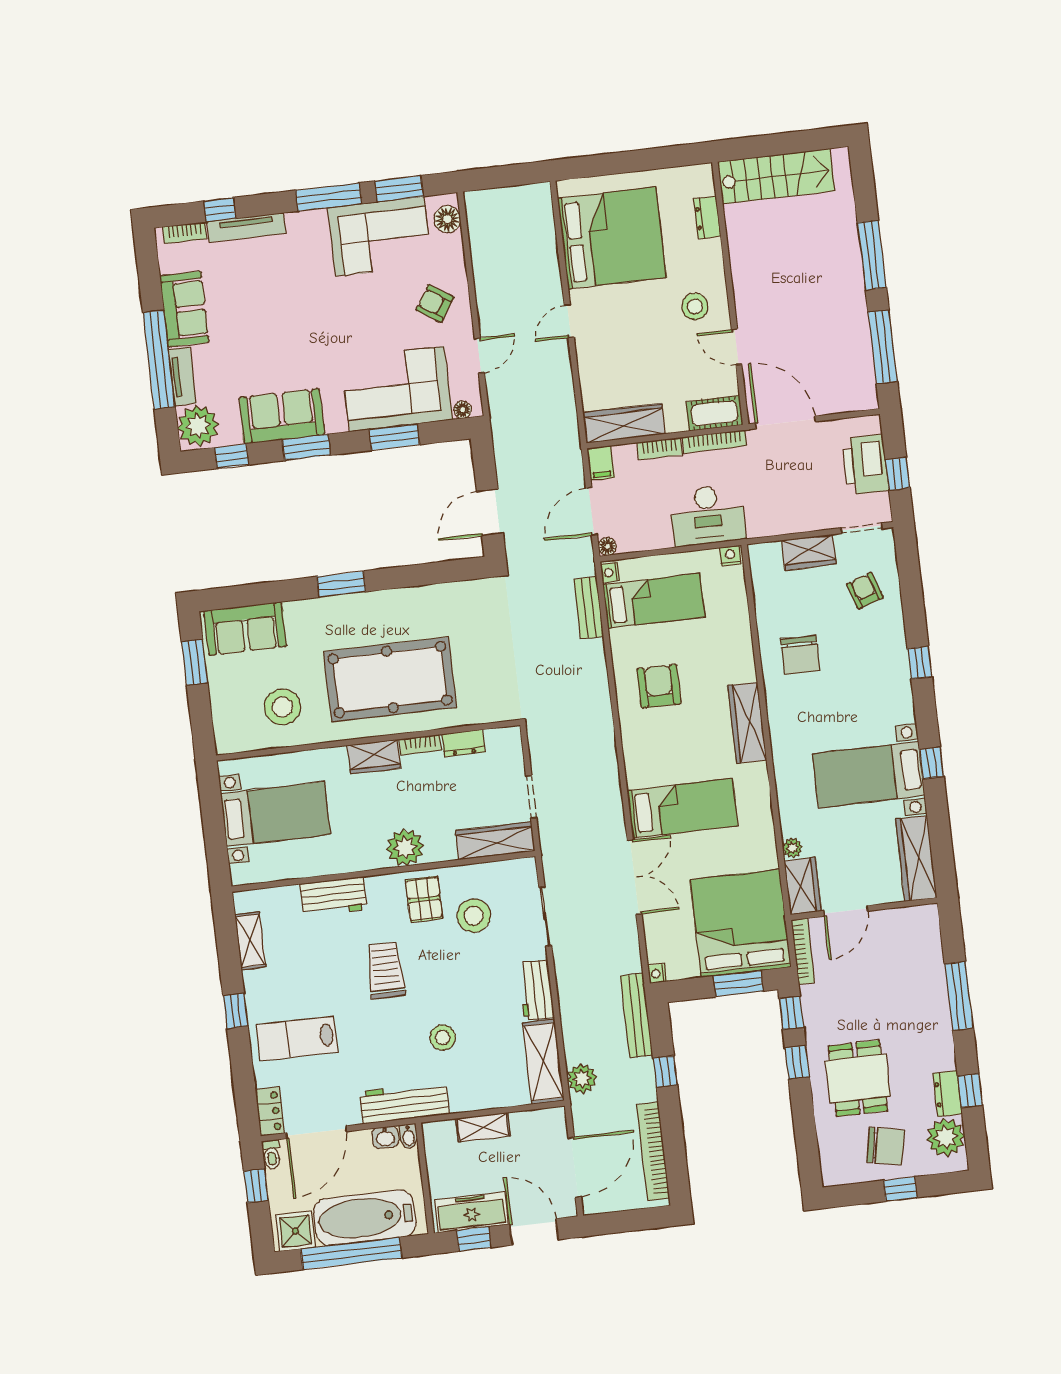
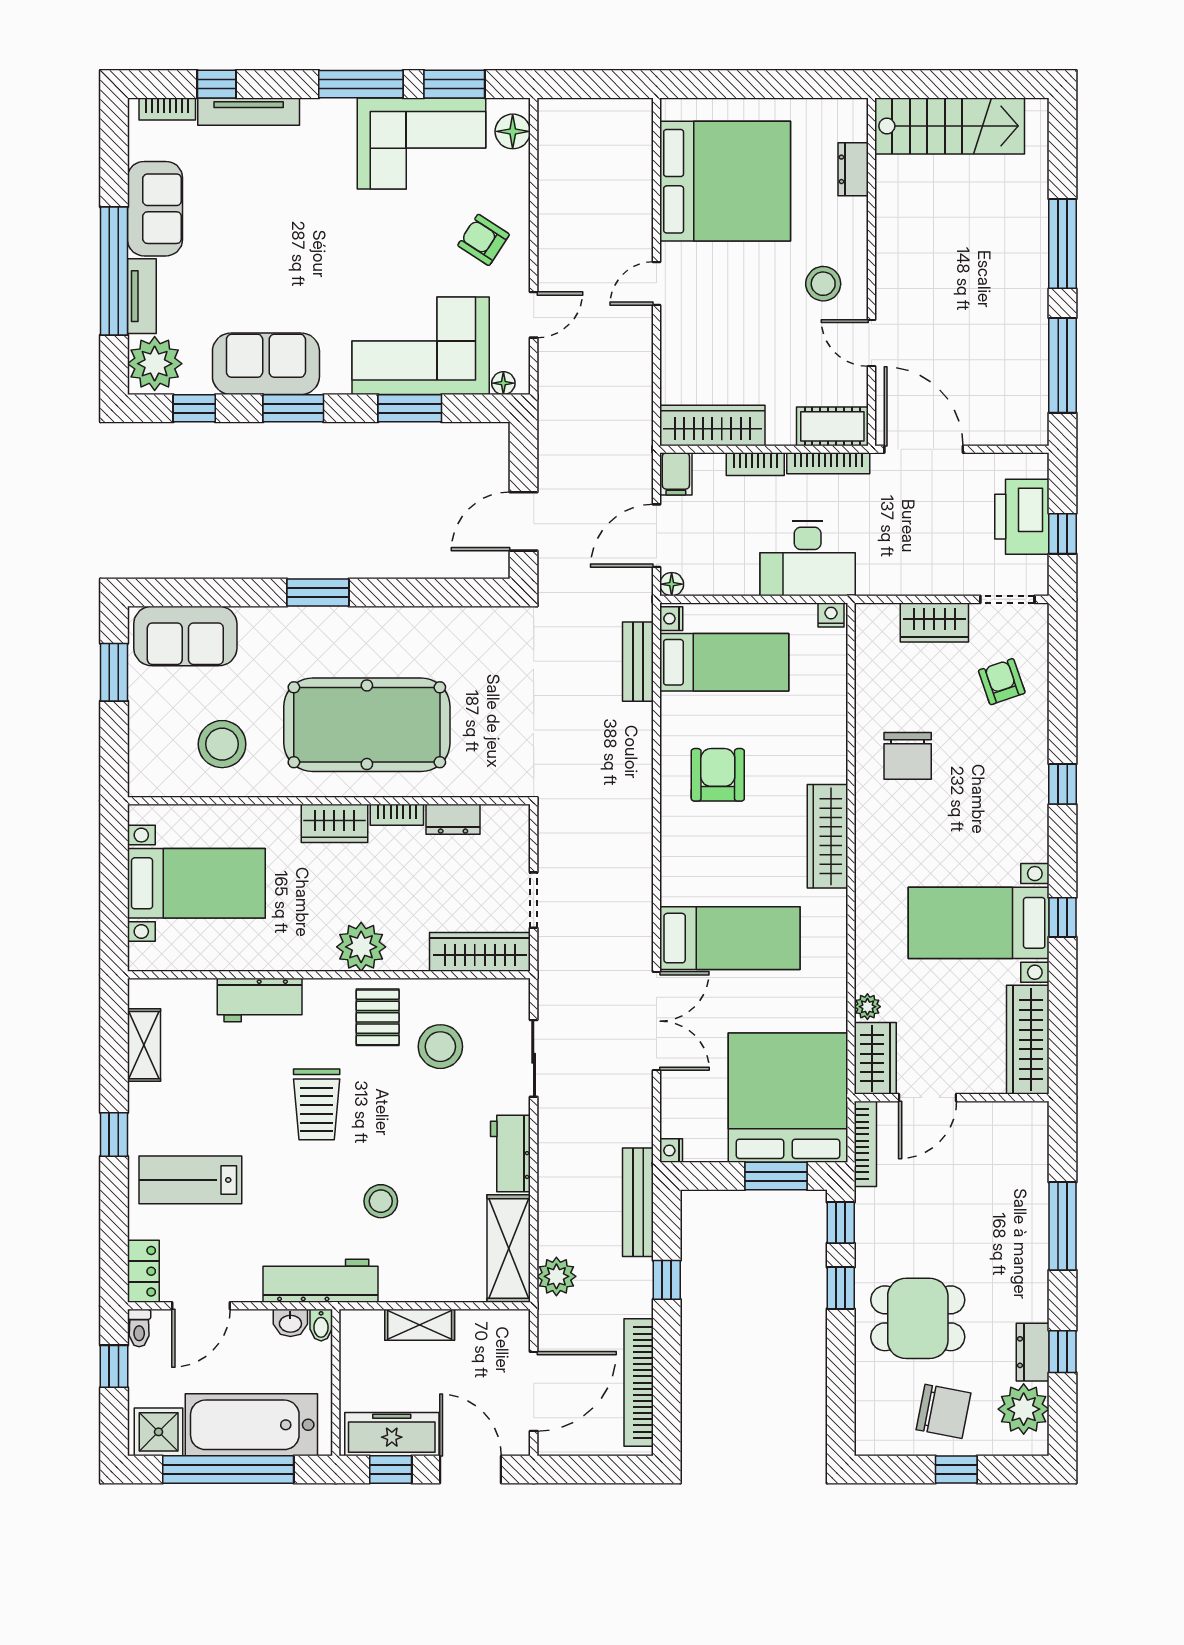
trolley: (386, 970) -> (317, 1104), turned 180
dining table: (858, 1078) -> (918, 1318), turned 90
door: (316, 1132) -> (201, 1306), width x0.73

